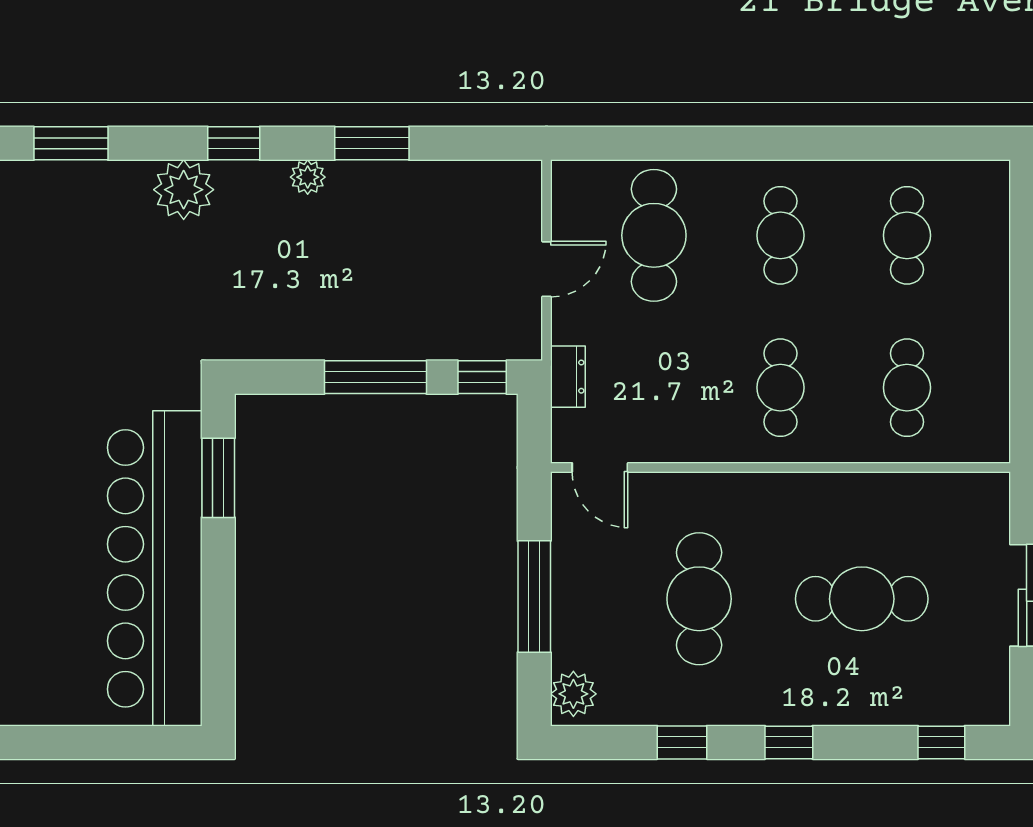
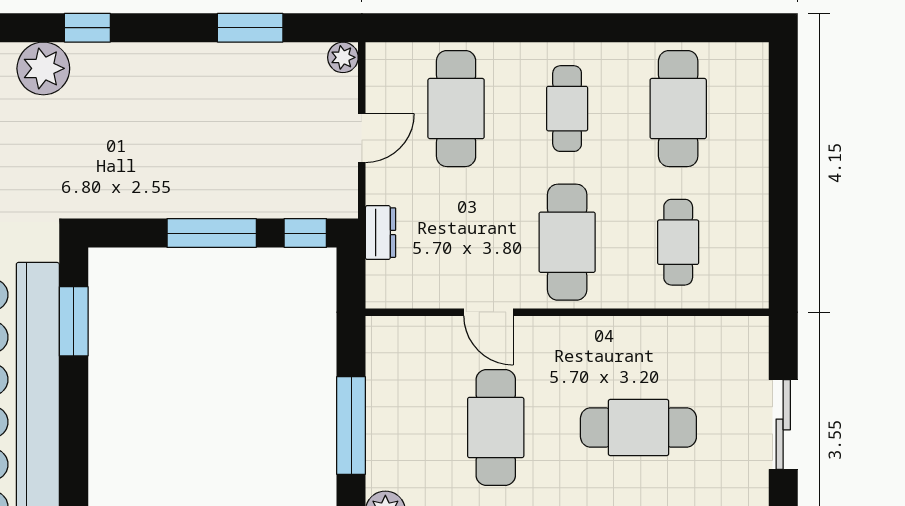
window: (372, 143) -> (250, 28), moved
plant: (308, 177) -> (343, 57), moved
cafe table: (907, 235) -> (678, 109), width x1.37, depth x1.35
cafe table: (780, 388) -> (567, 242), width x1.37, depth x1.35
door: (600, 467) -> (488, 312), moved

